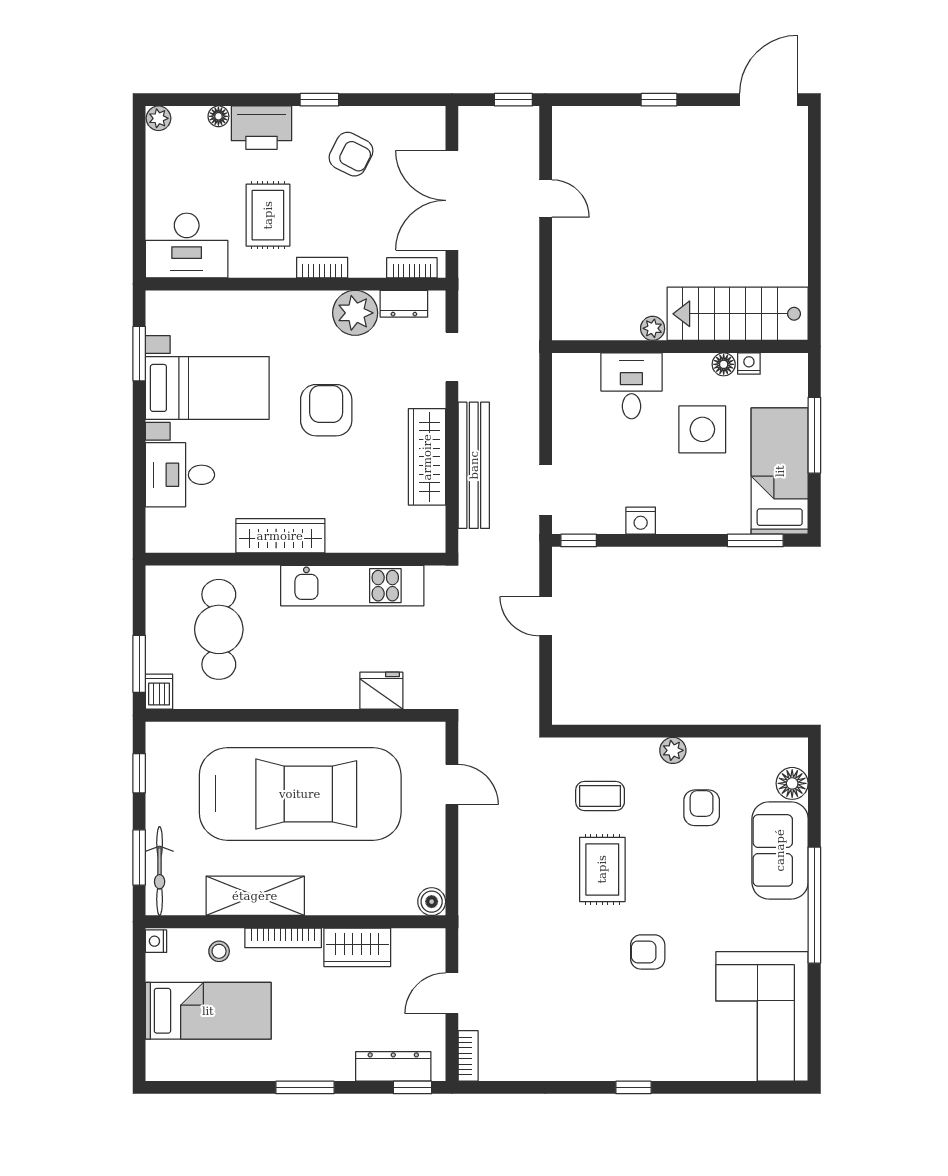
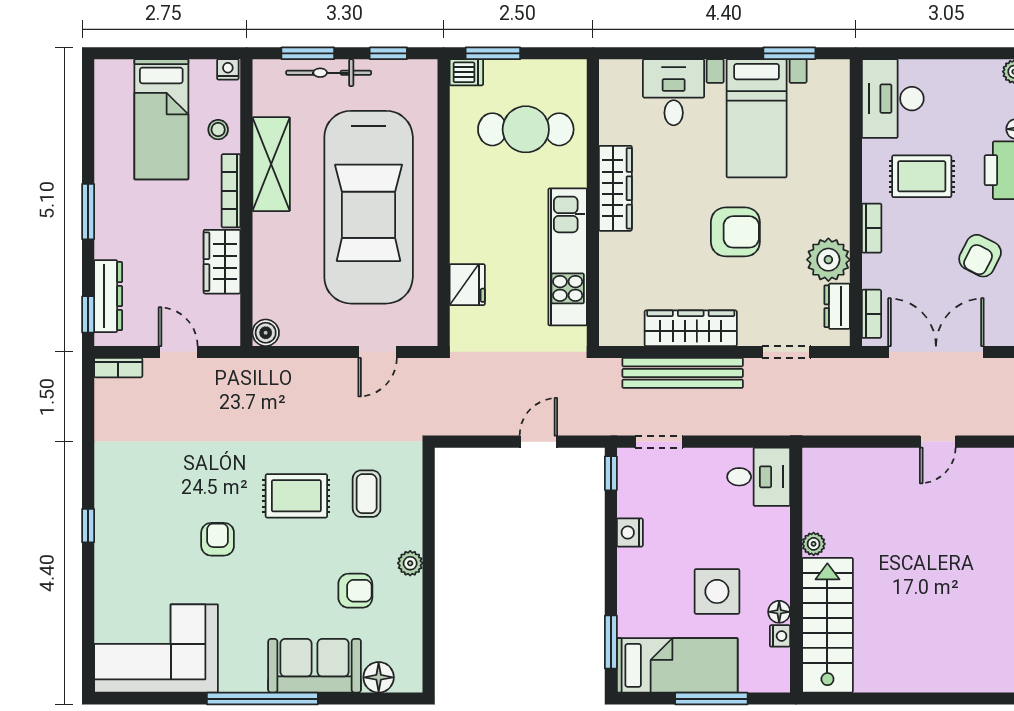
desk: (631, 386) -> (759, 477), moved
bicycle: (160, 871) -> (329, 73), moved

